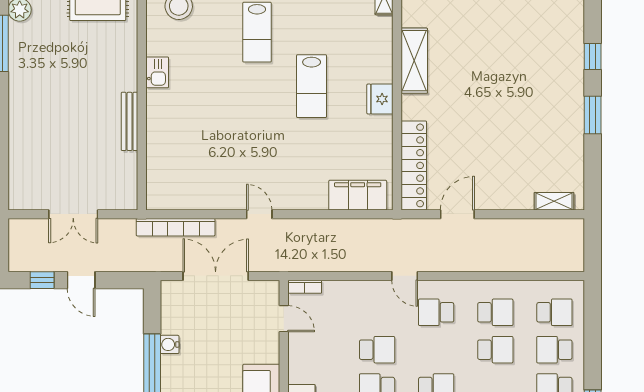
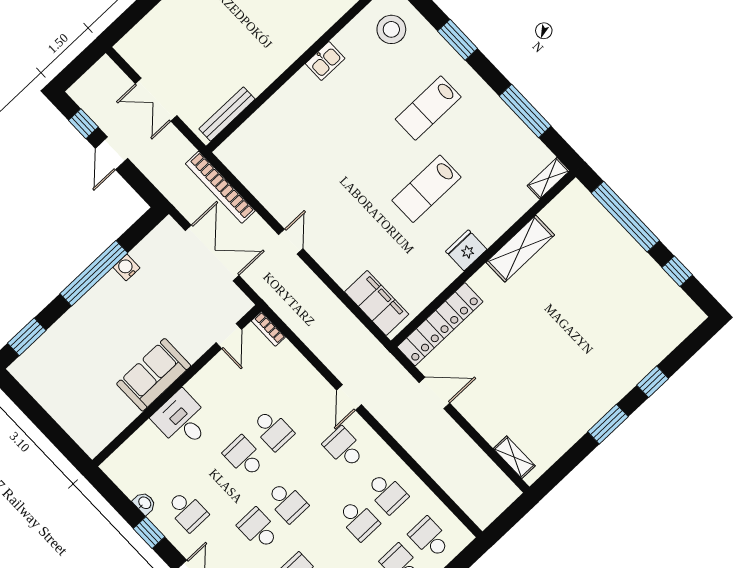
bench: (130, 121) -> (227, 114), moved
school desk: (554, 312) -> (430, 538), turned 180

